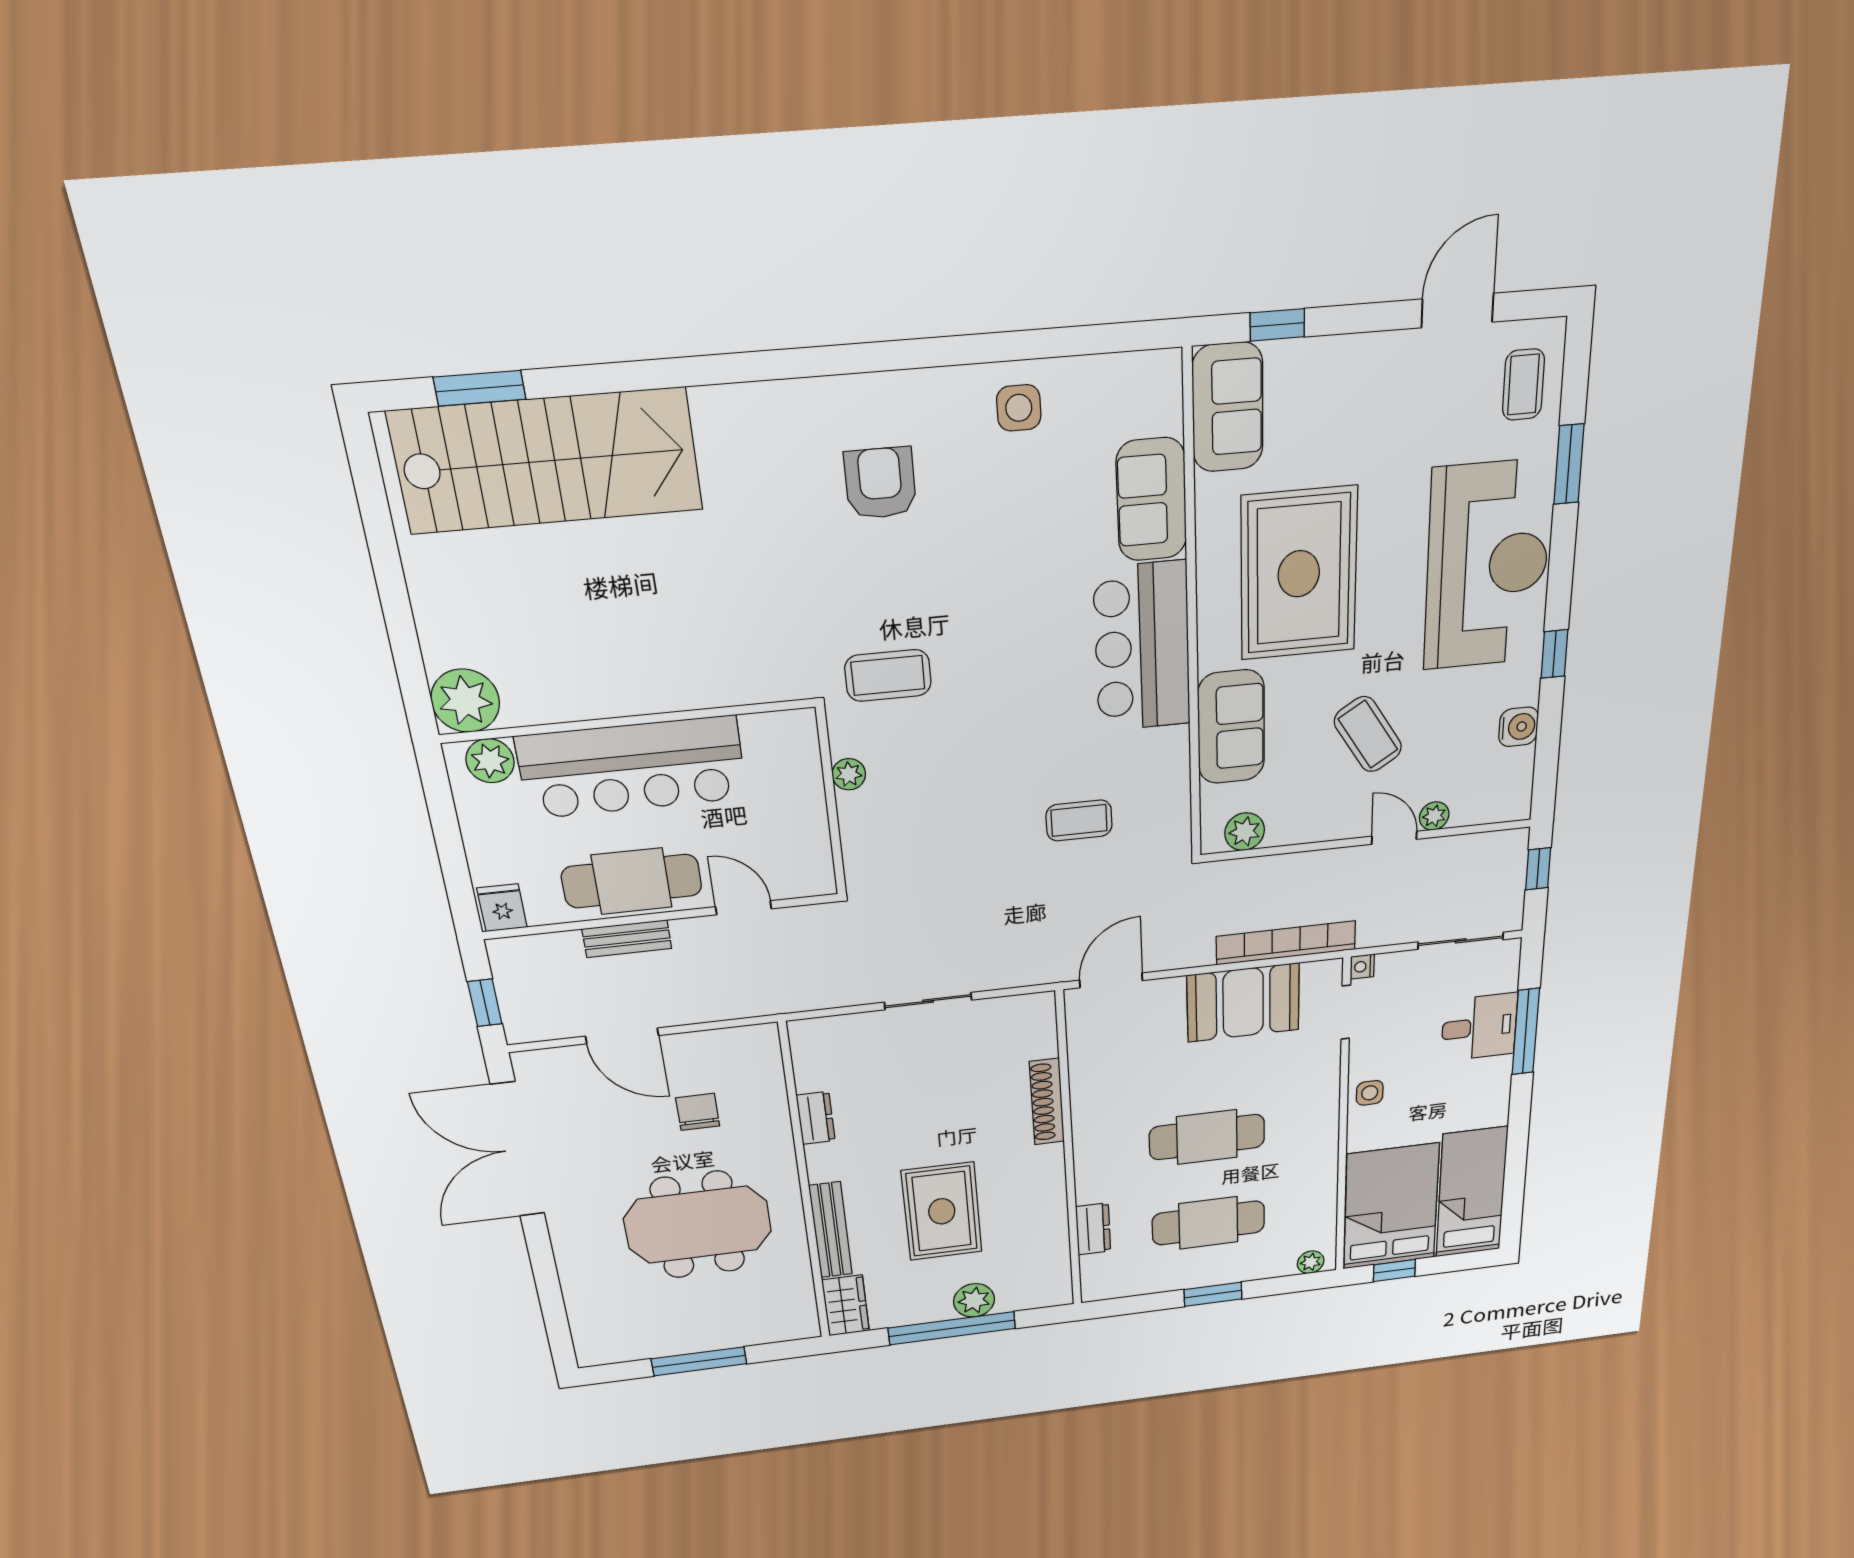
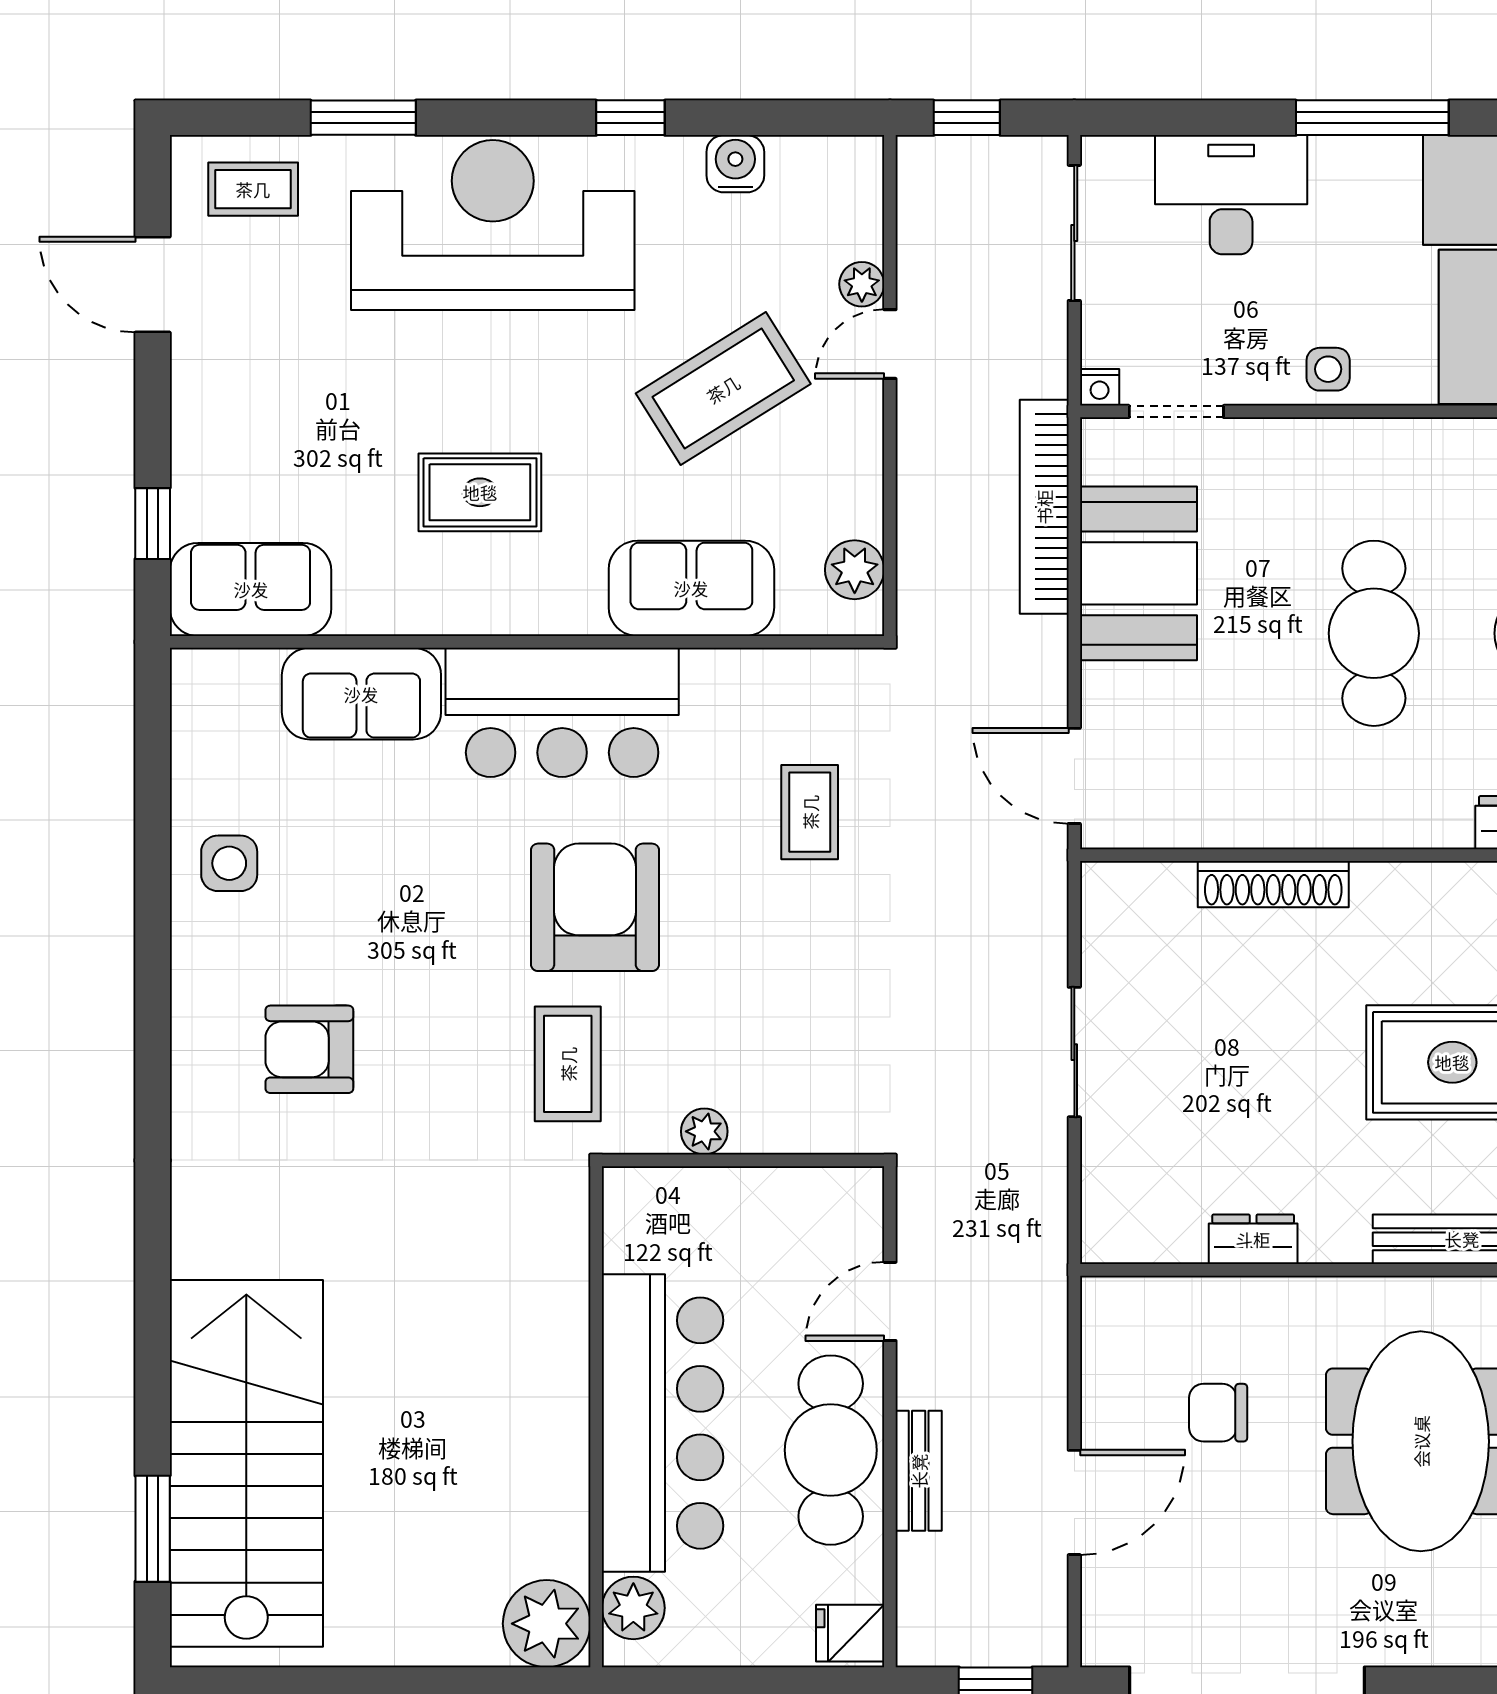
rug: (1299, 574) -> (480, 492), width x0.54, depth x0.49
armchair: (1003, 684) -> (595, 907), added
coffee table: (1368, 734) -> (723, 389), width x1.36, depth x1.32
desk: (1479, 1027) -> (1231, 195), width x1.37
window: (1526, 1032) -> (1372, 118), moved

